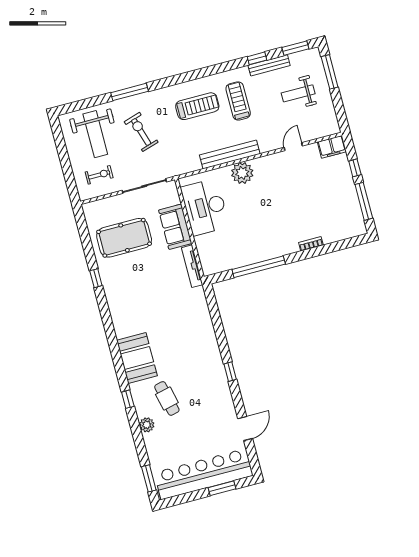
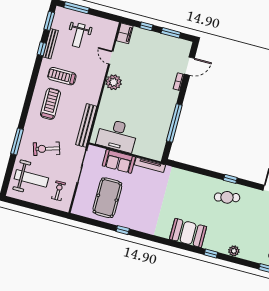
bench: (230, 154) -> (86, 125), moved
plant: (242, 173) -> (114, 82), moved
window: (364, 201) -> (171, 33), width x0.69
door: (337, 246) -> (189, 66), added
cafe table: (167, 398) -> (227, 197), moved

